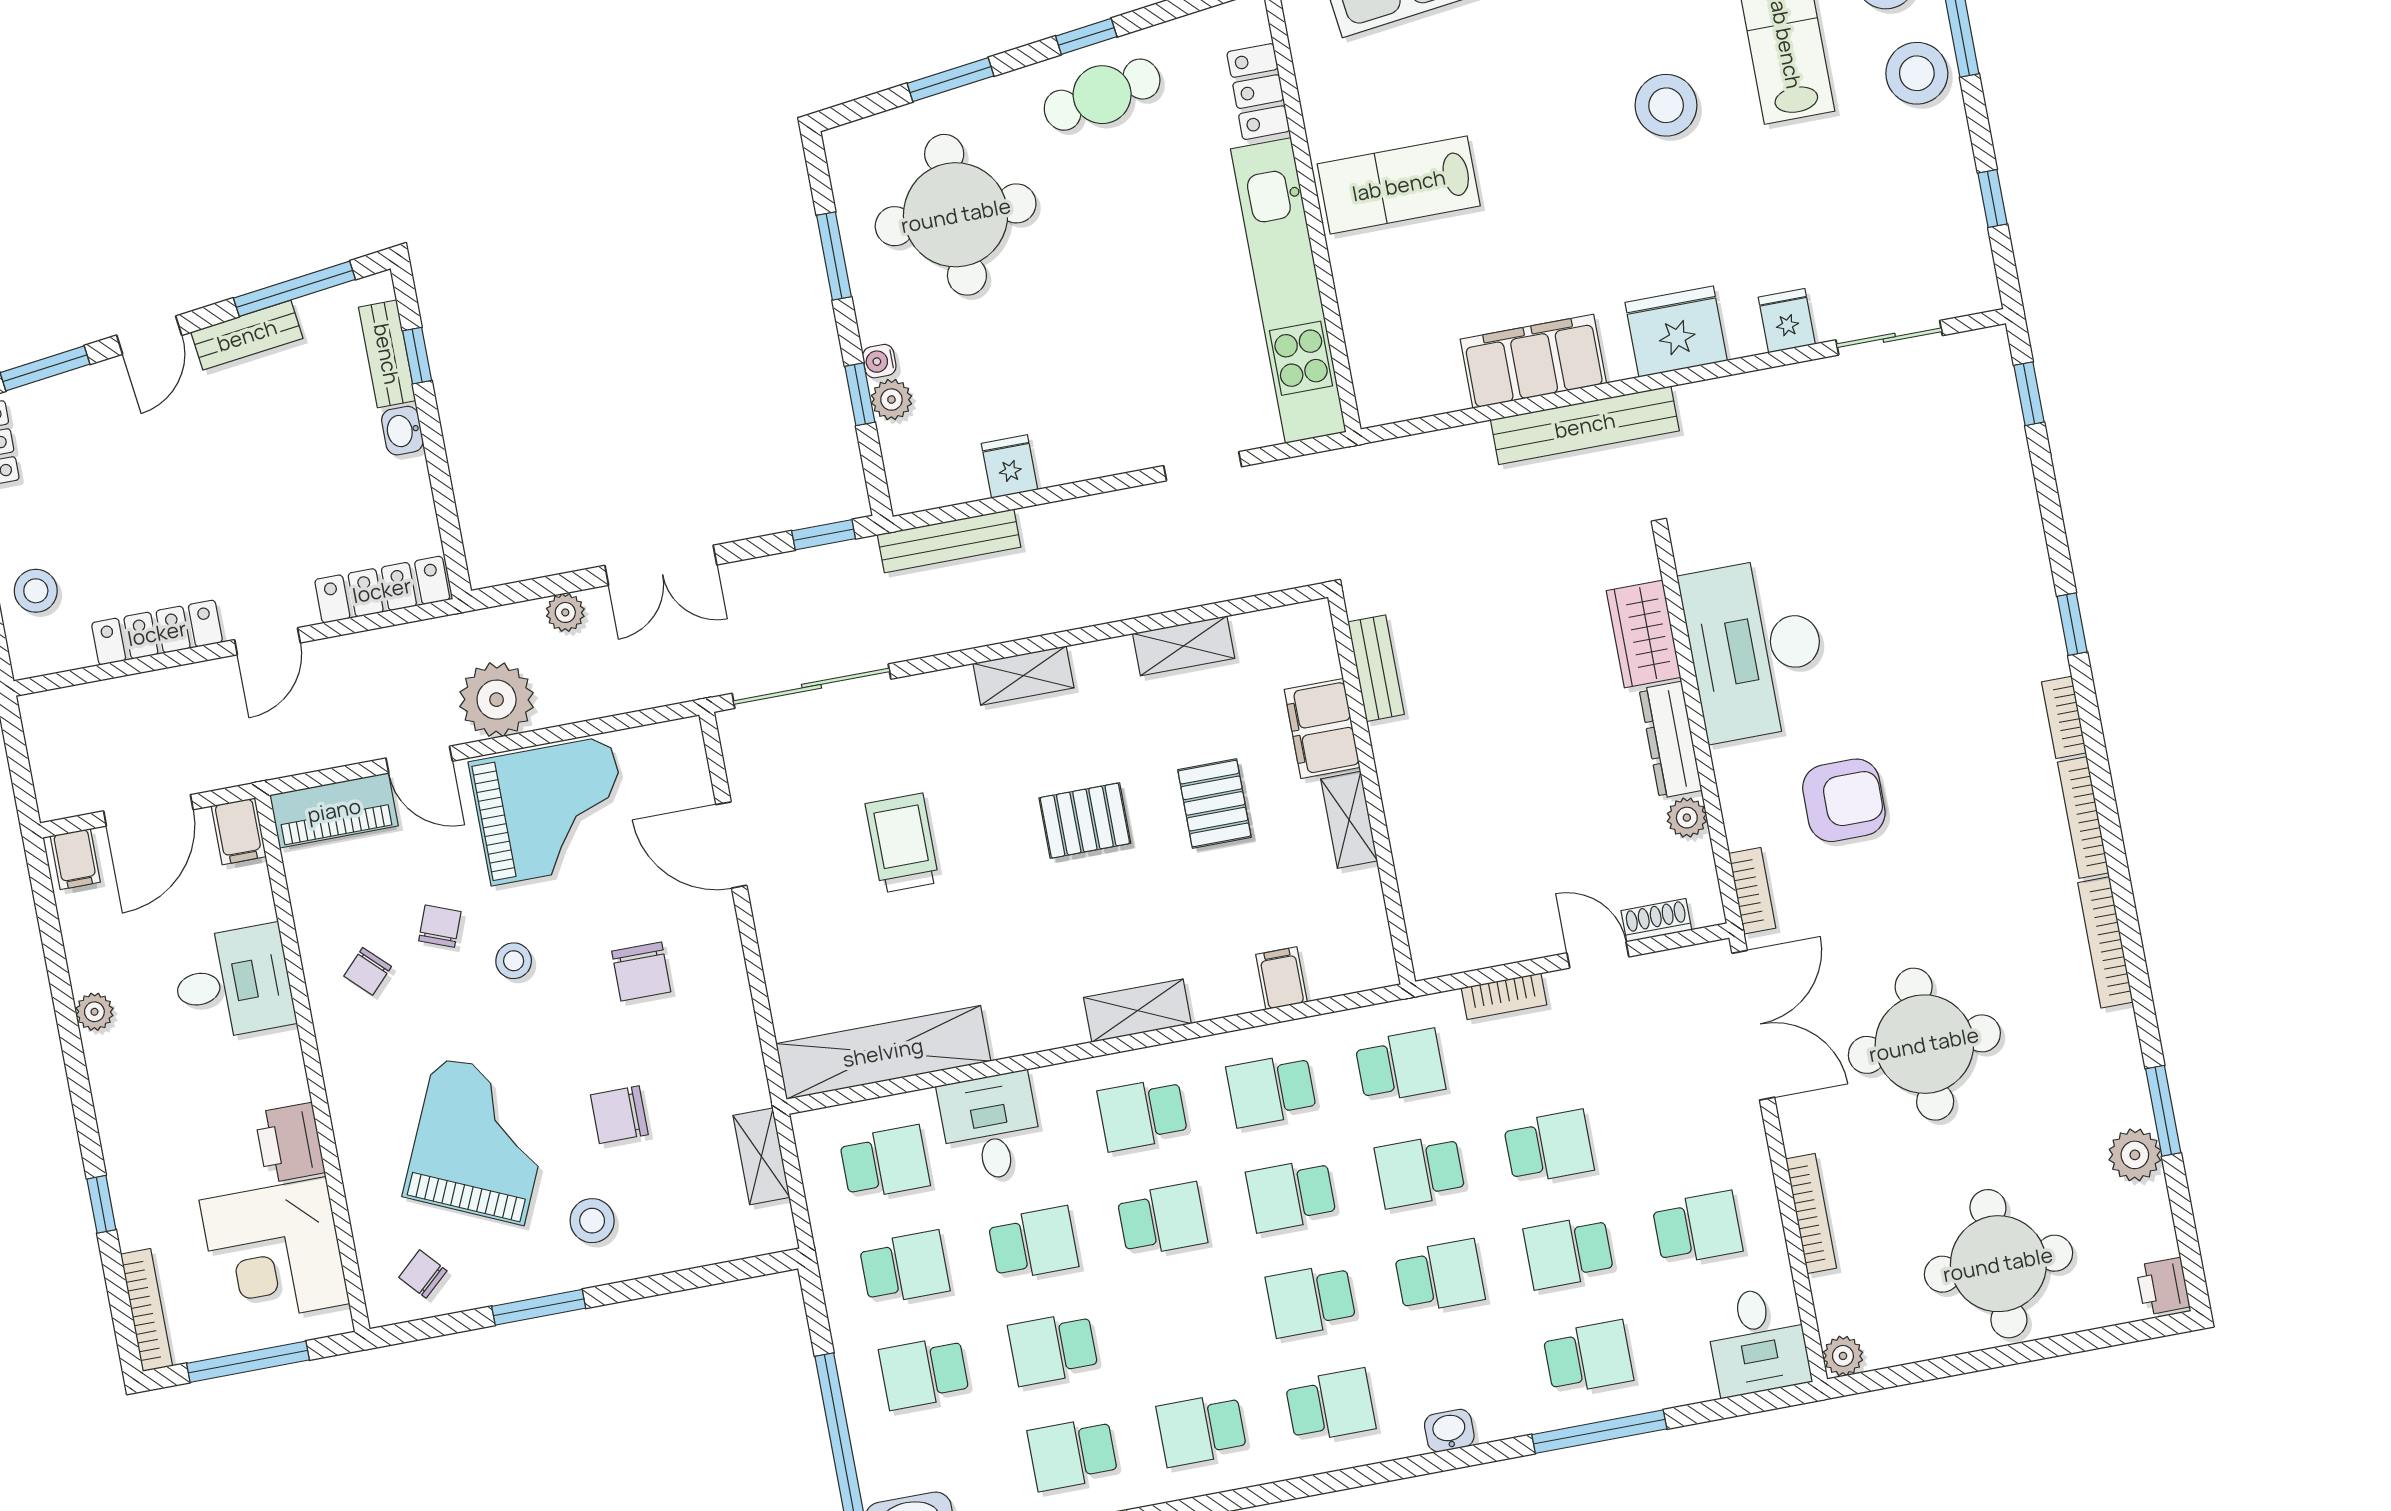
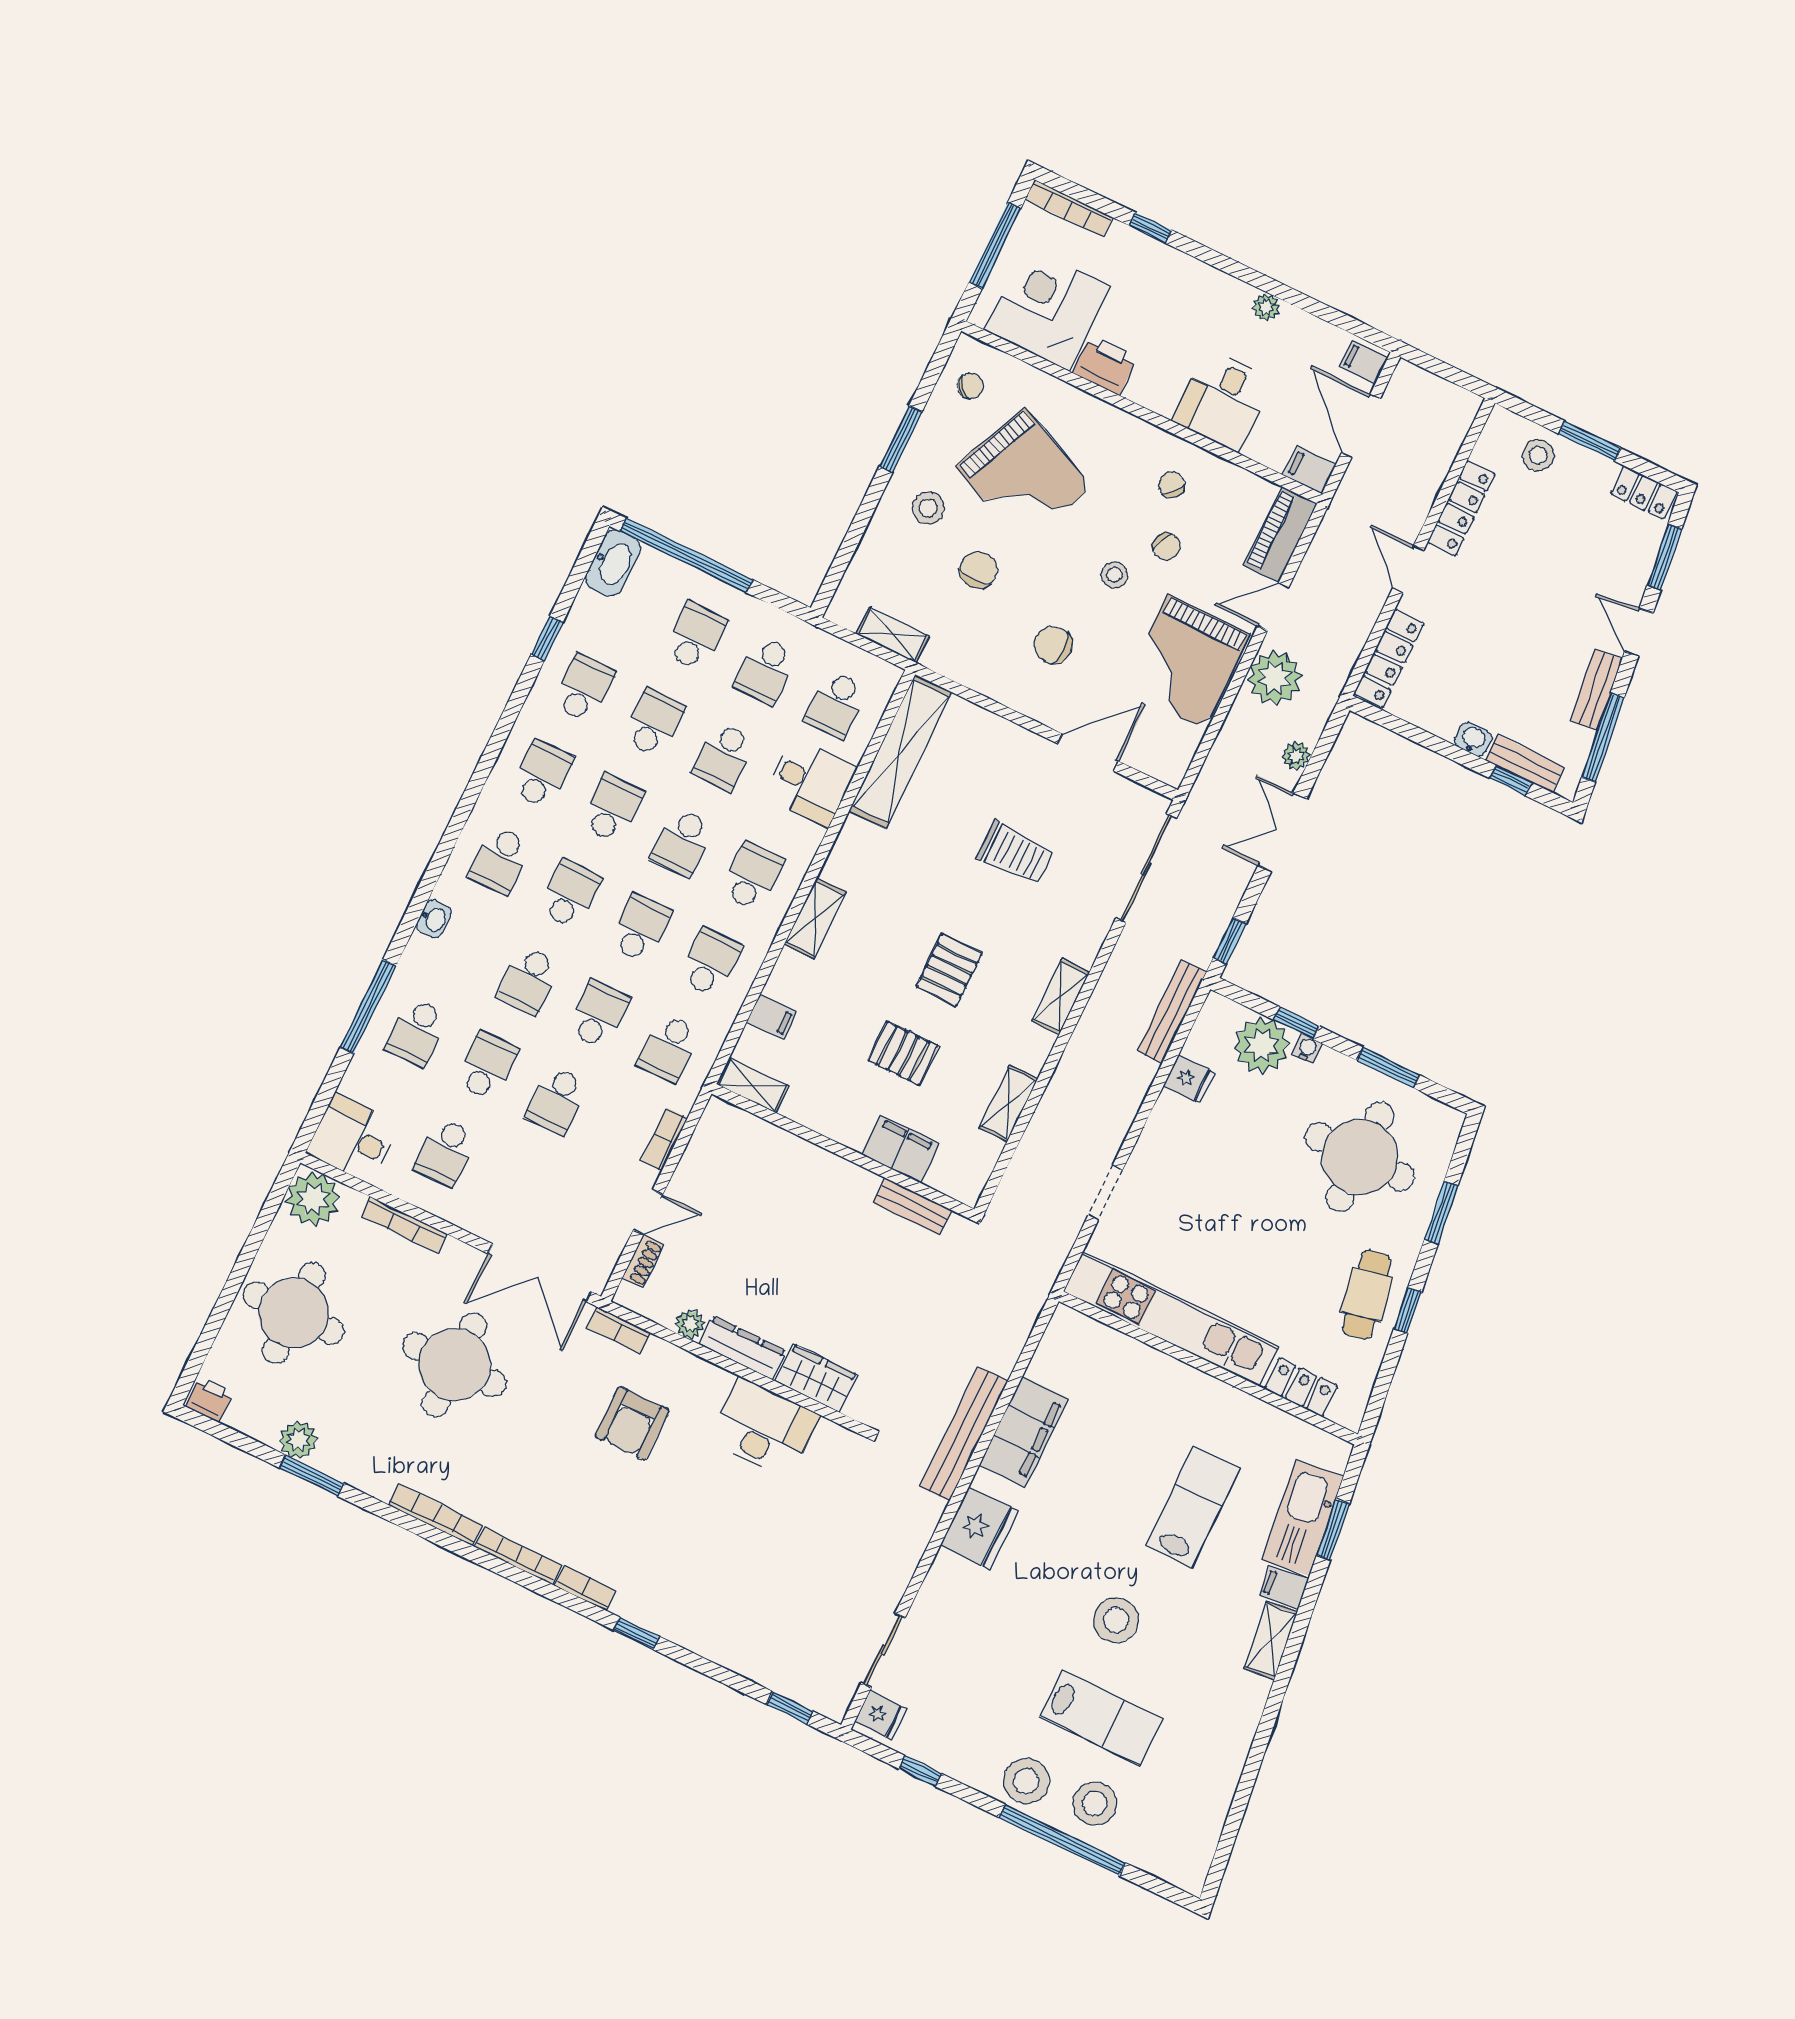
lab bench: (1399, 185) -> (1193, 1507), moved
fridge: (1787, 321) -> (880, 1715), moved
plant: (891, 400) -> (1262, 1045), width x1.88, depth x1.88
desk: (1756, 649) -> (764, 1428), width x0.73, depth x0.77
shelving: (1349, 820) -> (753, 1085), moved
school desk: (1182, 1324) -> (612, 808), added
plant: (1843, 1356) -> (313, 1199), width x1.87, depth x1.87

